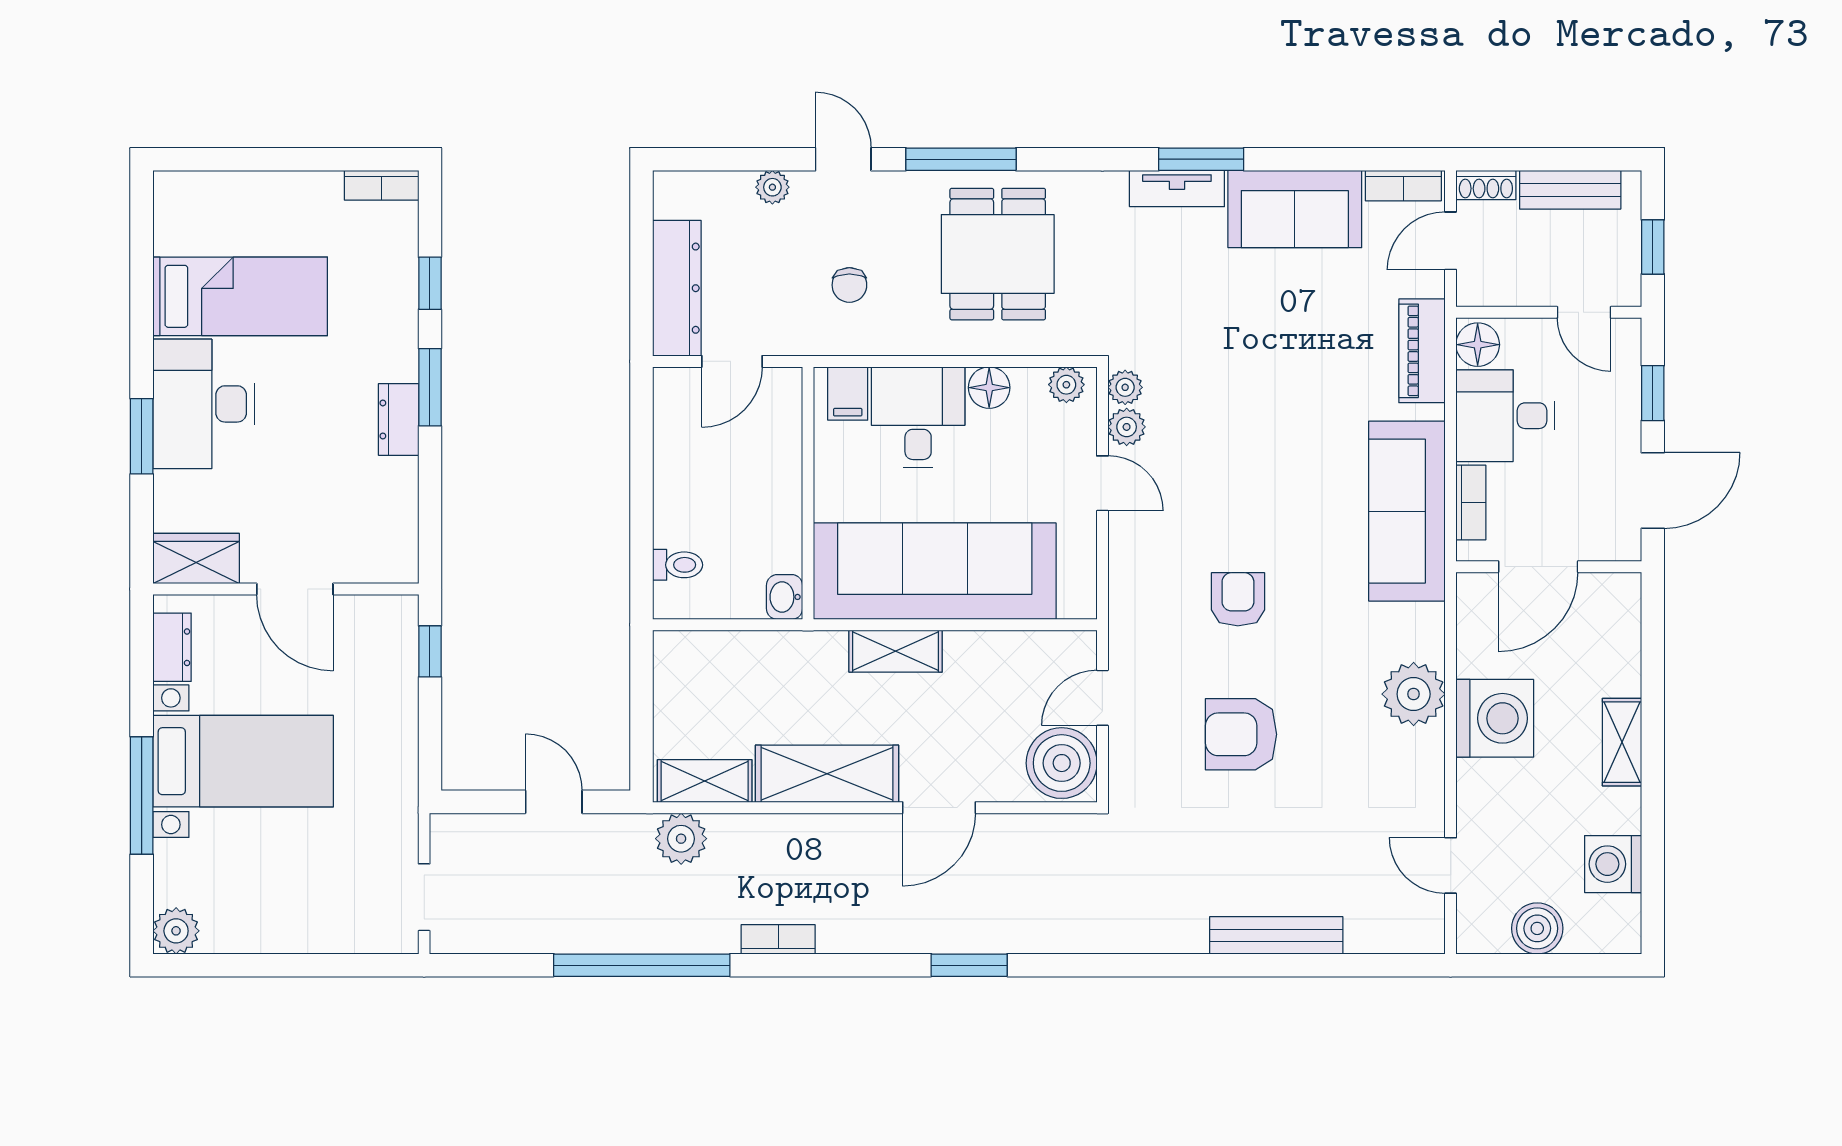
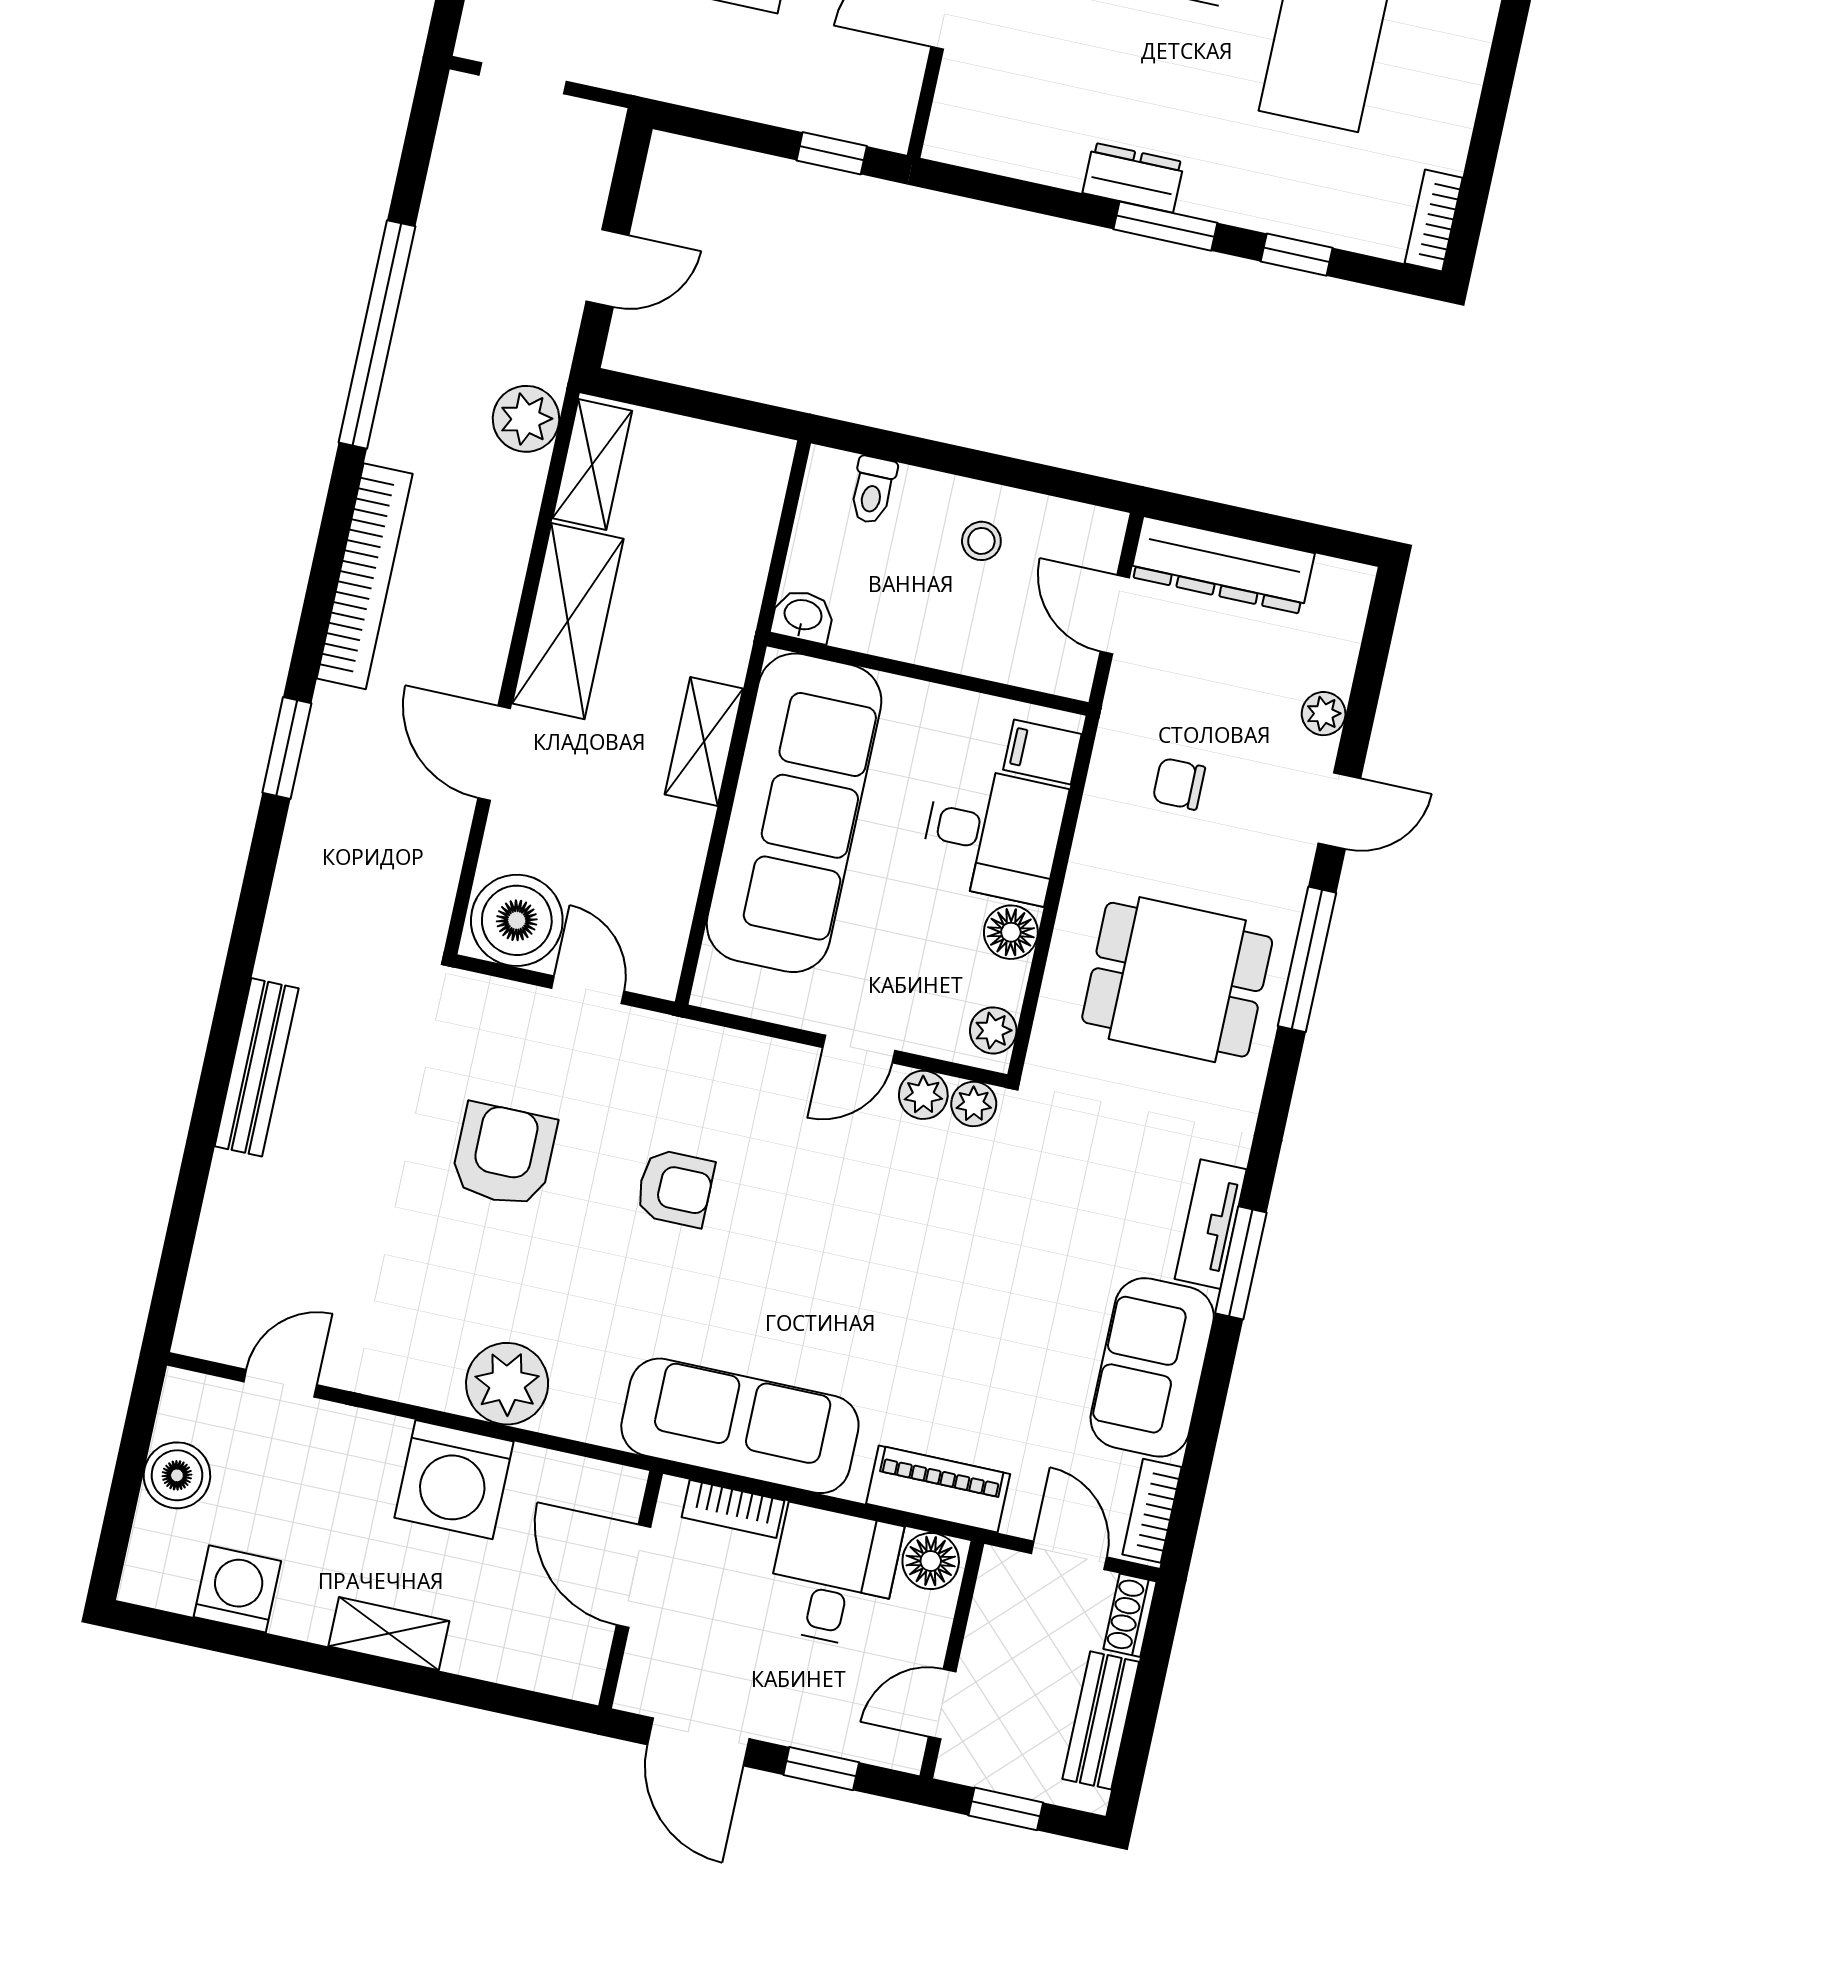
stool: (698, 474) -> (981, 541), added
bench: (1276, 935) -> (257, 1067), moved
bookcase: (778, 939) -> (365, 576), width x2.31, depth x1.31

